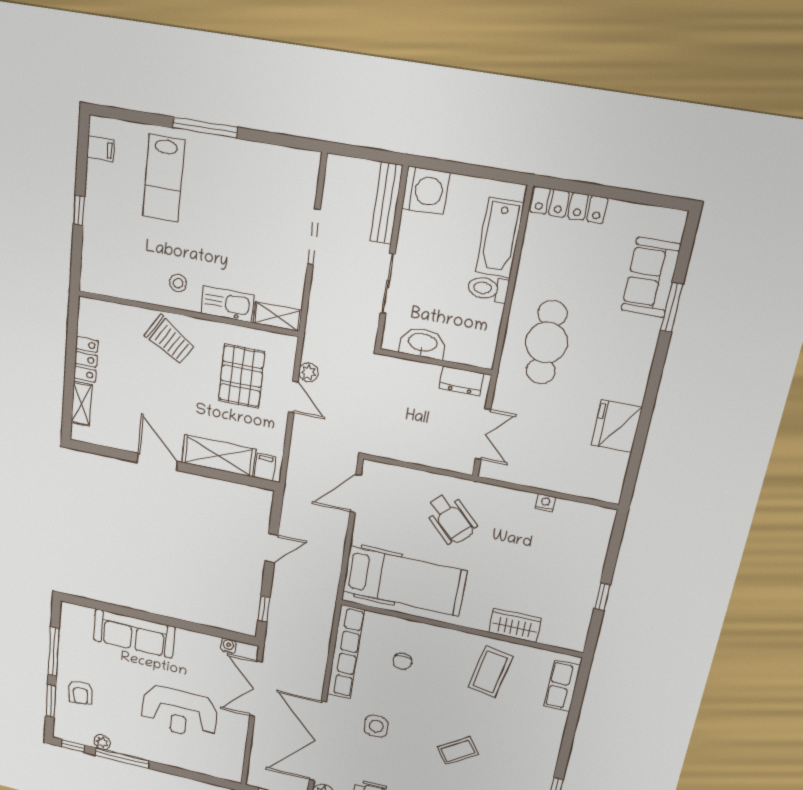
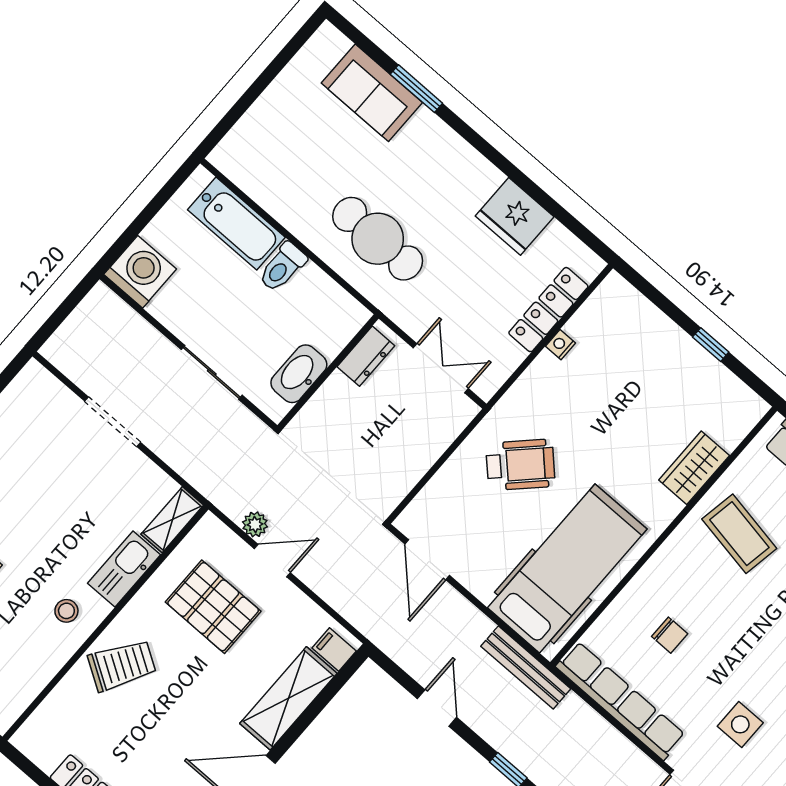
bench: (386, 203) -> (526, 667), moved
locker: (569, 205) -> (548, 310), moved, turned 180

